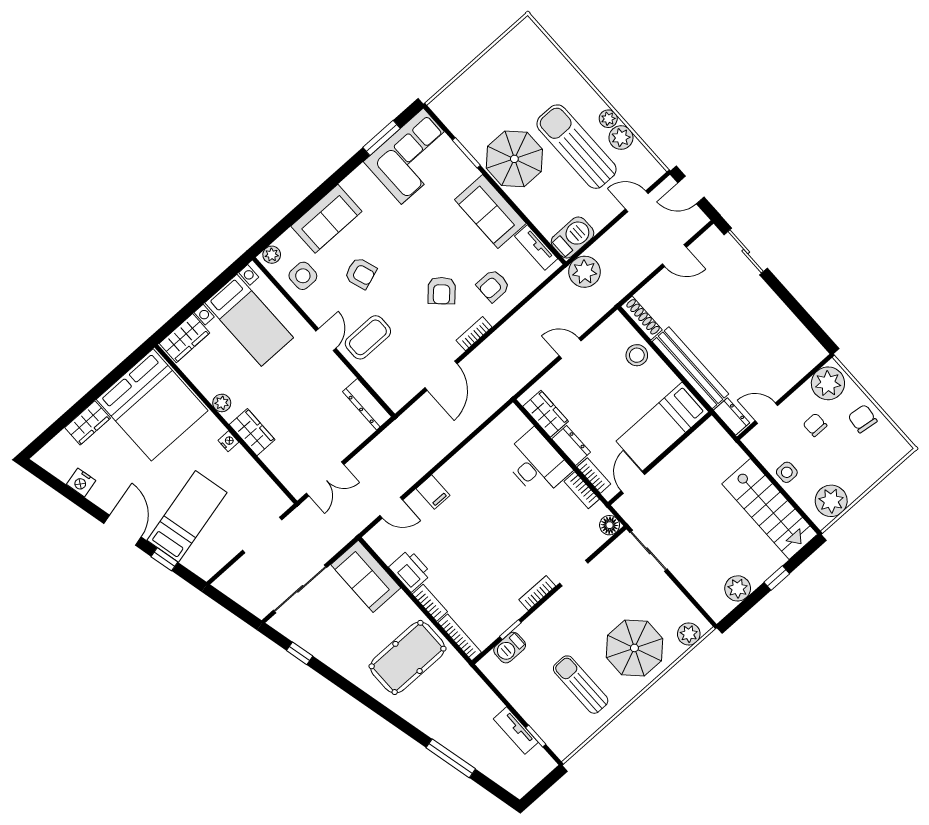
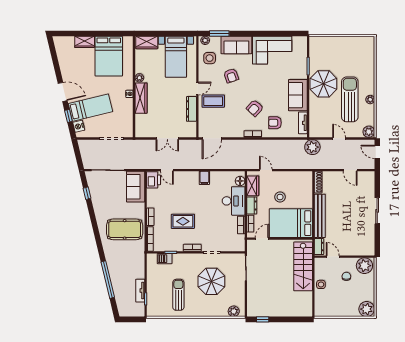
window: (382, 138) -> (219, 34), moved
plant: (621, 138) -> (369, 132), moved
corner sofa: (412, 156) -> (272, 50), moved
door: (637, 201) -> (339, 138), moved
barbecue: (573, 237) -> (319, 131), removed
sliding door: (746, 251) -> (377, 211), moved
door: (570, 348) -> (266, 170), moved
stool: (637, 355) -> (280, 197), moved
door: (441, 376) -> (212, 138), moved
dresser: (367, 404) -> (191, 109), moved
bed: (152, 405) -> (109, 56), width x0.73
chair: (863, 419) -> (366, 290), removed
bed: (662, 426) -> (291, 223), width x1.50
wardrobe: (252, 432) -> (141, 98), width x1.50
double door: (325, 479) -> (167, 138), moved
nightstand: (81, 482) -> (79, 126), moved
filing cabinet: (433, 492) -> (204, 178), moved
plant: (831, 501) -> (367, 309), moved
stairs: (770, 509) -> (303, 266), moved
floor lamp: (610, 525) -> (240, 181), moved
door: (123, 530) -> (63, 92), hinge flipped
rug: (486, 565) -> (183, 221), added
printer: (410, 571) -> (154, 180), moved
window: (777, 578) -> (263, 319), moved
plant: (738, 588) -> (266, 311), removed
parasol: (634, 648) -> (211, 281), moved
window: (451, 758) -> (108, 280), width x1.46

